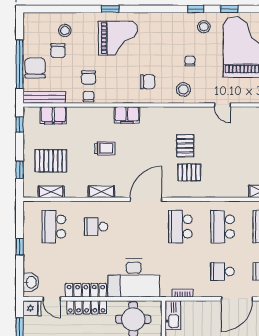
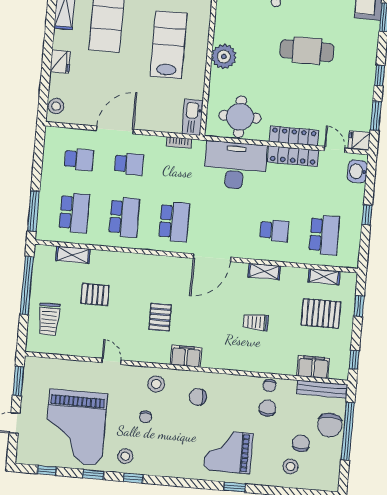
filing cabinet: (127, 115) -> (186, 356), moved
pallet: (189, 172) -> (95, 294), moved

